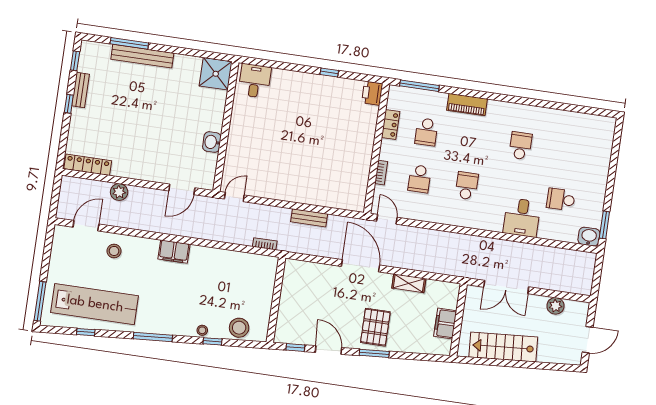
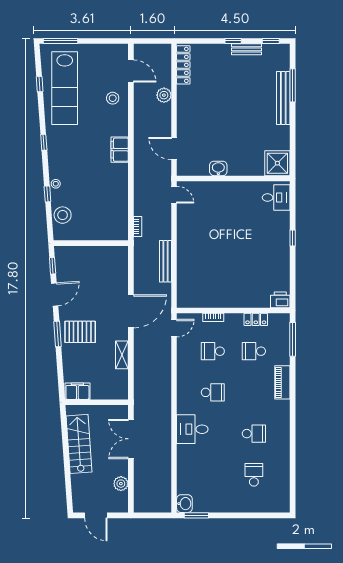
window: (329, 73) -> (293, 238), moved
school desk: (561, 199) -> (254, 475), moved
bench: (309, 218) -> (165, 261), width x1.36
desk: (522, 218) -> (192, 429), moved
filing cabinet: (445, 323) -> (77, 391), moved
window: (153, 337) -> (44, 142), width x0.46

